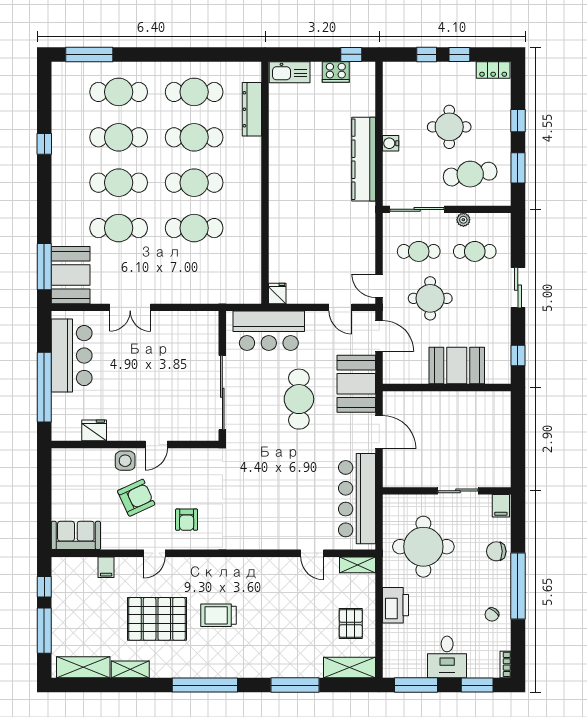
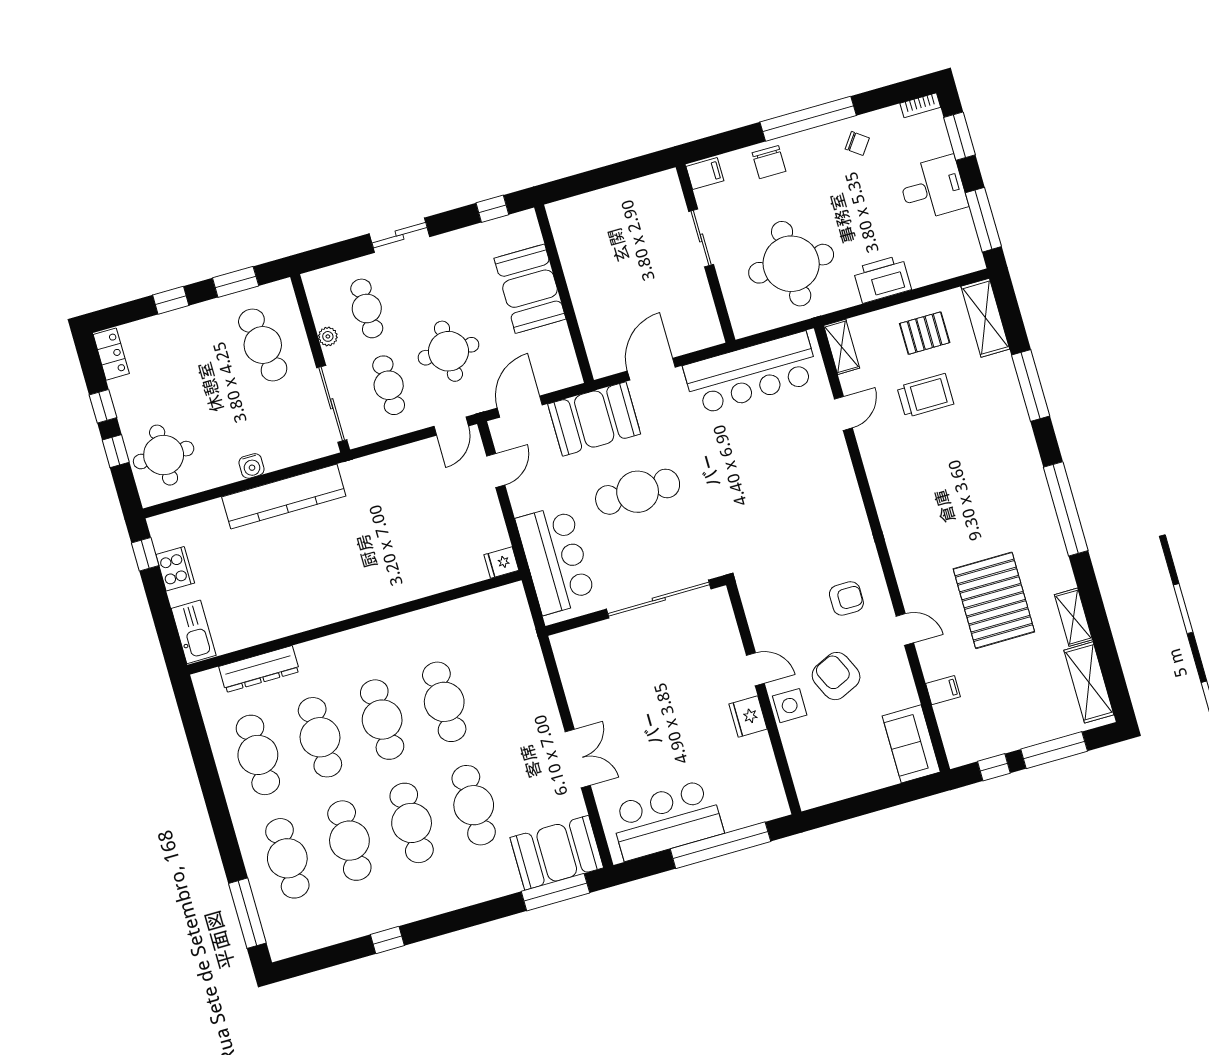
round table: (449, 127) -> (164, 455), moved
fridge: (94, 430) -> (748, 717), moved
trolley: (219, 615) -> (925, 395), moved, turned -90

